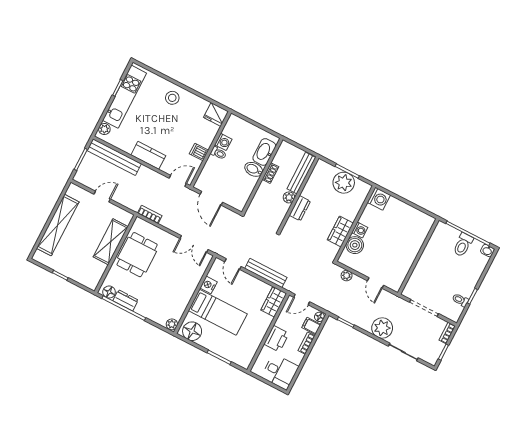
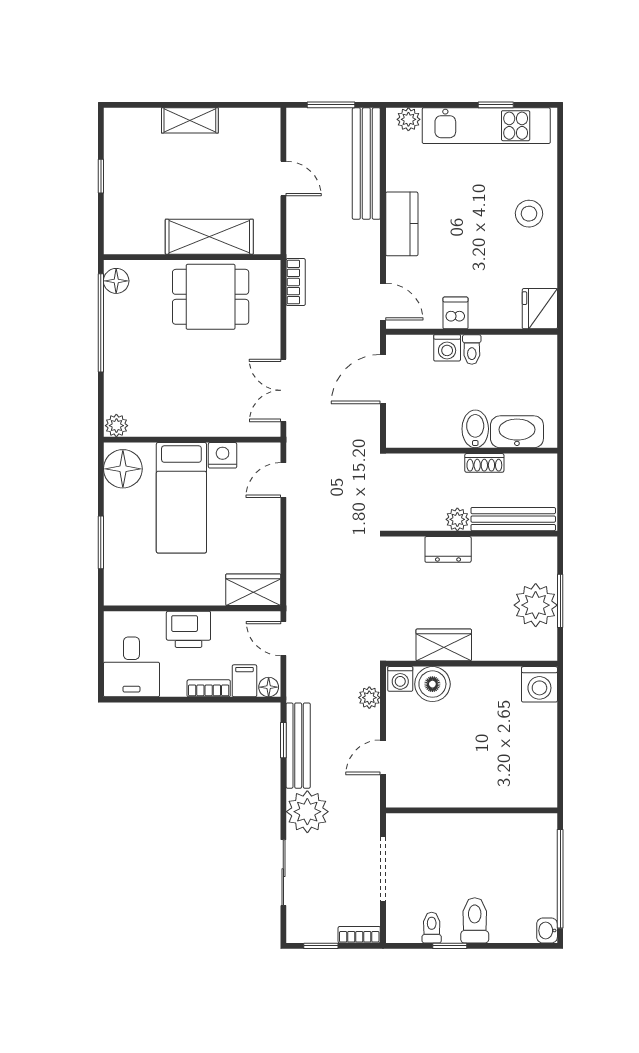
washing machine: (223, 142) -> (447, 348), moved
shelving: (58, 225) -> (190, 120), width x0.45, depth x0.75
washing machine: (360, 230) -> (400, 679), moved
toilet: (463, 245) -> (475, 920), moved, turned 90
bench: (266, 273) -> (298, 746), moved
dresser: (125, 300) -> (116, 319), removed

